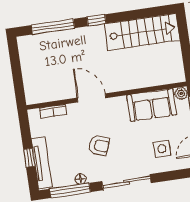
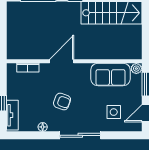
door: (92, 98) -> (62, 61), hinge flipped
tv unit: (42, 163) -> (12, 115), width x0.71
window: (70, 190) -> (32, 135), removed

